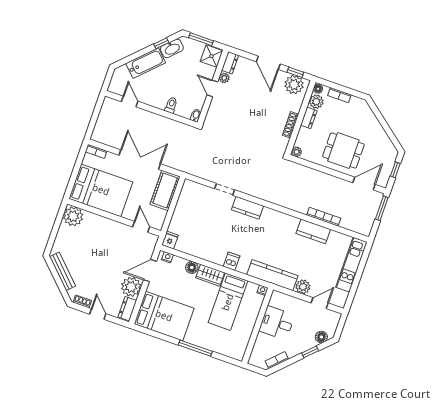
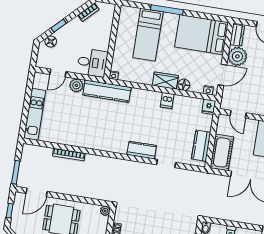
kitchen counter: (313, 231) -> (201, 146), moved, turned -90
dishwasher: (232, 261) -> (167, 100), moved
bed: (228, 302) -> (148, 35), moved, turned 180
desk: (277, 323) -> (92, 63), moved

